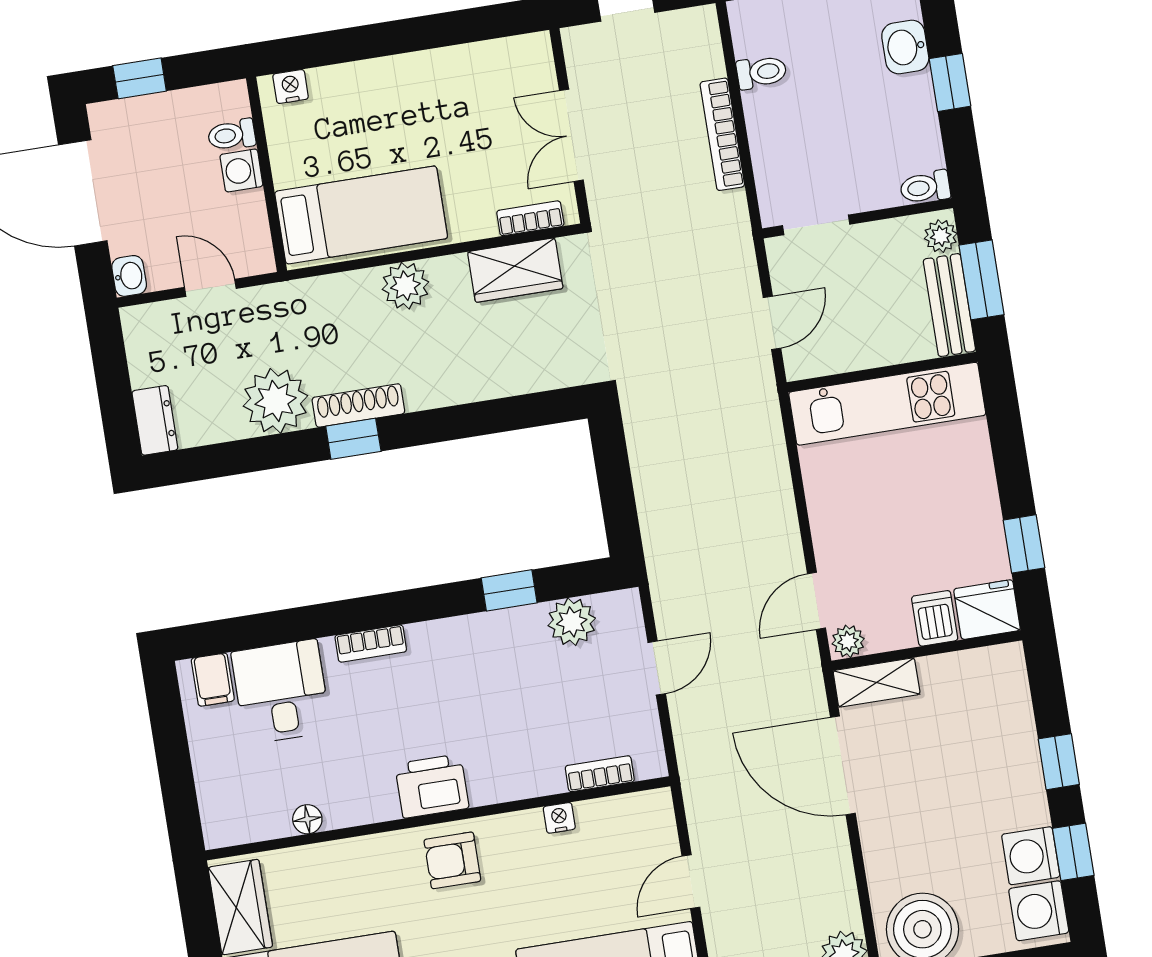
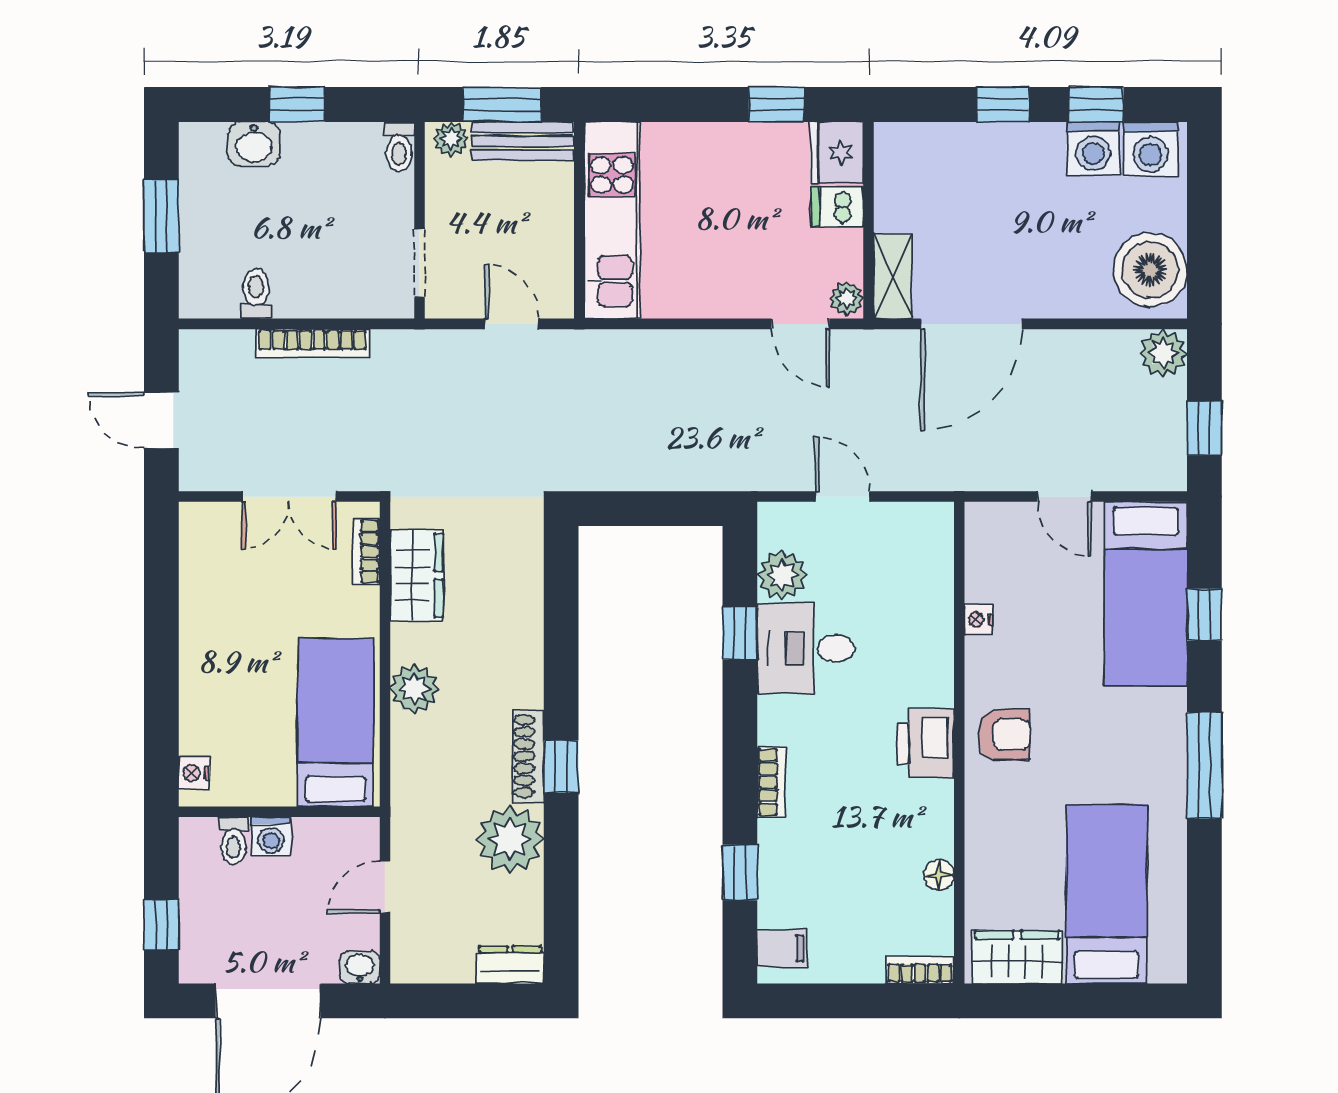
window: (279, 627) -> (740, 872), added
desk: (281, 692) -> (806, 648), moved
bookcase: (600, 774) -> (920, 970), moved, turned 90
armchair: (452, 860) -> (1004, 735), turned -90

